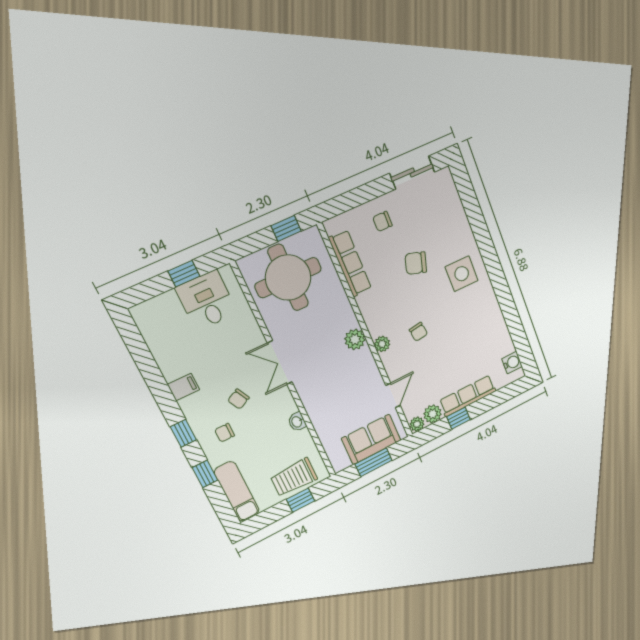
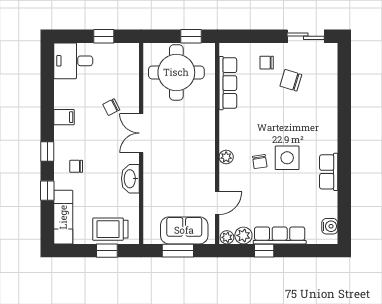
chair: (416, 263) -> (291, 80), moved
side table: (462, 274) -> (287, 158), moved
desk: (207, 300) -> (73, 61), moved, turned -90
row of seats: (491, 309) -> (329, 172), added
plant: (355, 339) -> (206, 143), removed
chair: (238, 399) -> (111, 107), moved
washbasin: (297, 422) -> (130, 179), width x1.91, depth x1.45

